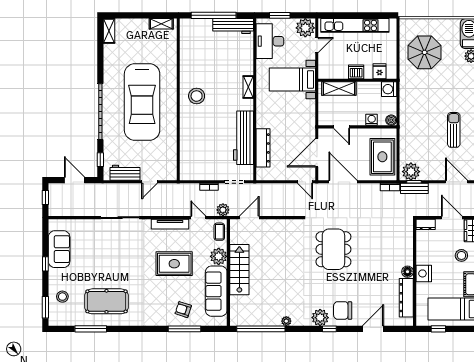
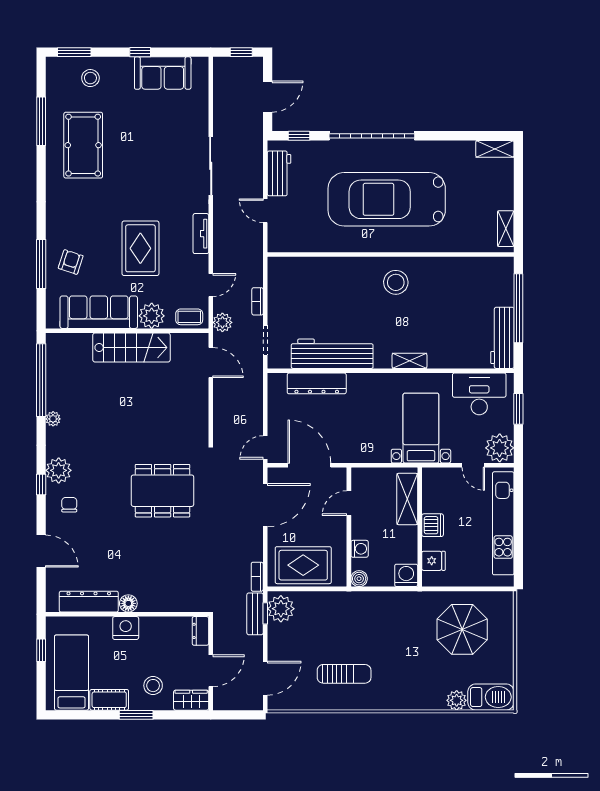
tv unit: (170, 224) -> (201, 234), width x0.71
chair: (343, 310) -> (69, 505), width x0.54, depth x0.54

